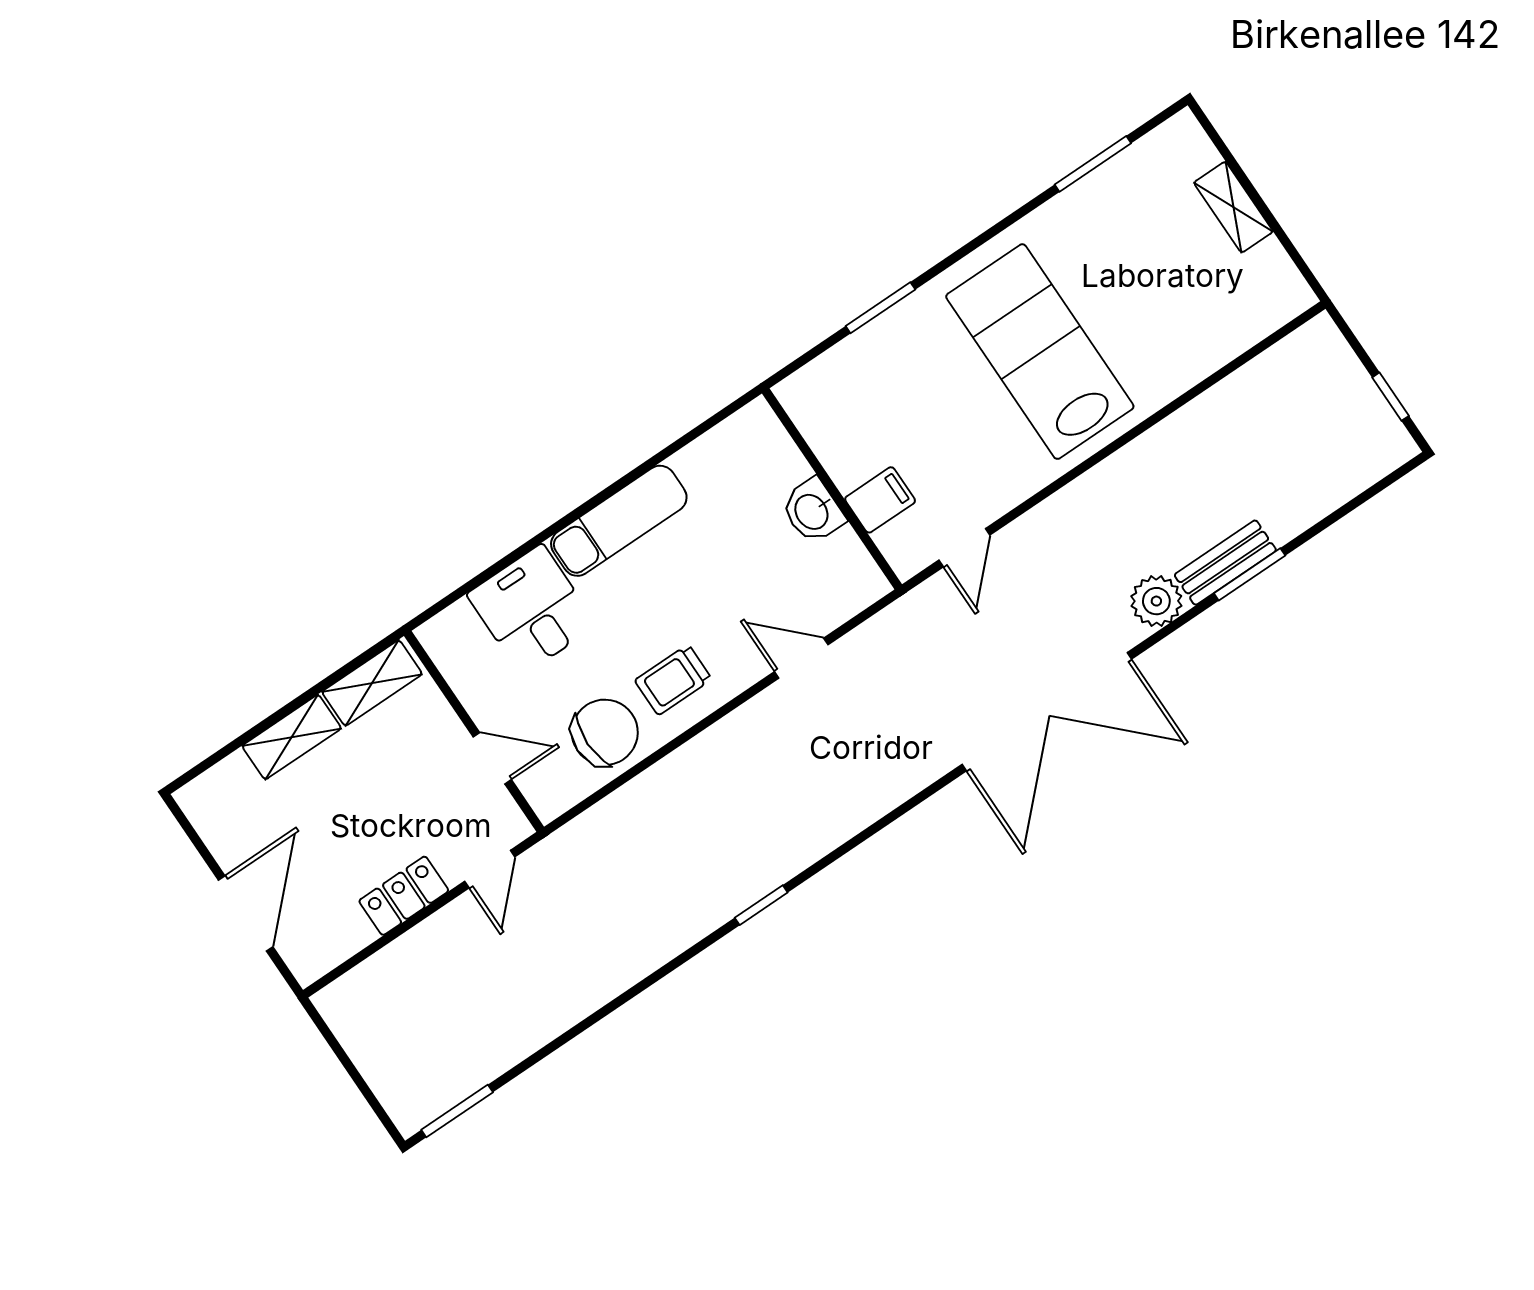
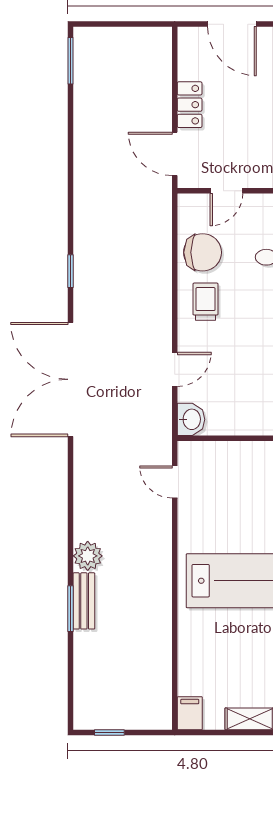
filing cabinet: (880, 500) -> (190, 713), moved, turned 180
washbasin: (813, 511) -> (191, 419), moved, turned 90
double door: (1047, 712) -> (70, 379), moved
chair: (605, 732) -> (203, 252), turned -90
door: (490, 869) -> (175, 154), width x1.37

